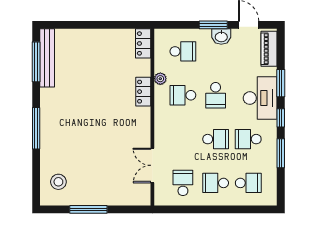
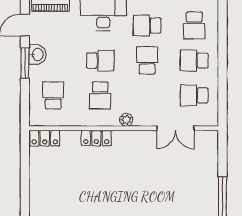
plant: (160, 79) -> (126, 120), moved
school desk: (248, 139) -> (147, 26), turned 90
school desk: (216, 183) -> (194, 61), turned 90
school desk: (248, 183) -> (194, 26), turned 180

